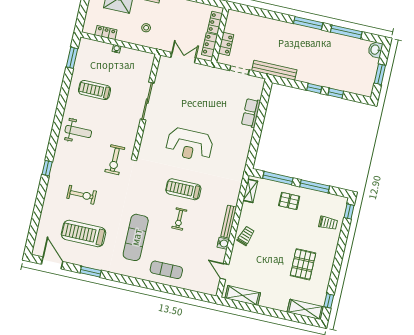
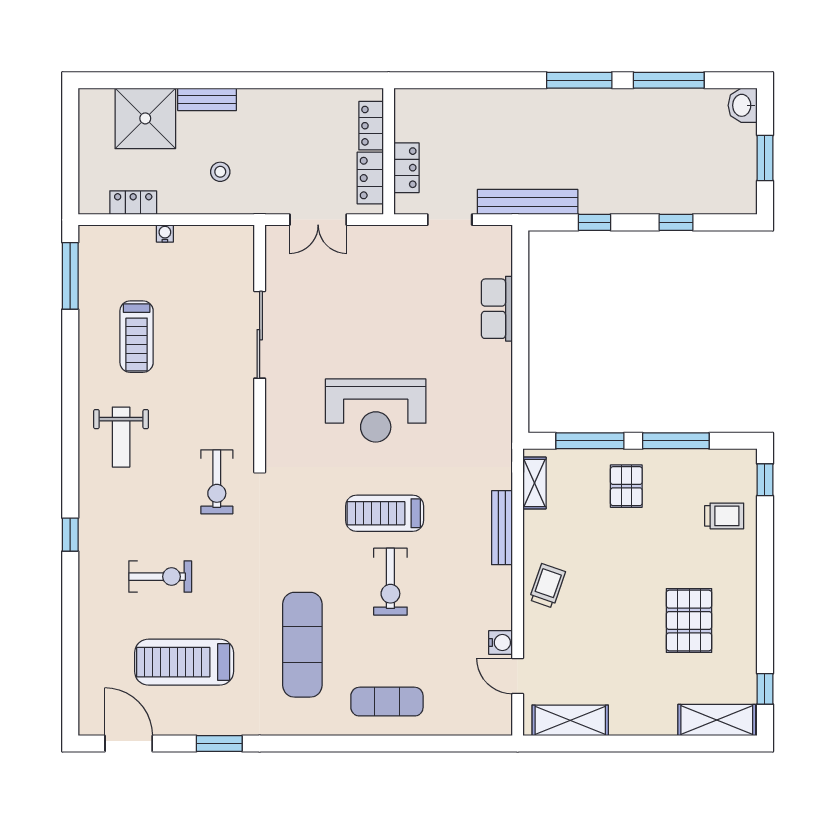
window: (72, 58) -> (70, 276), width x1.44
double door: (183, 58) -> (318, 220), swing flipped
window: (314, 88) -> (595, 222), moved
treadmill: (95, 90) -> (137, 337), turned -90
weight bench: (78, 131) -> (121, 437), turned 90
pallet: (289, 201) -> (626, 486), turned 90
exercise bike: (179, 219) -> (390, 582), width x1.38, depth x1.39
bench: (229, 222) -> (502, 528), moved
water cooler: (223, 243) -> (500, 643), moved

